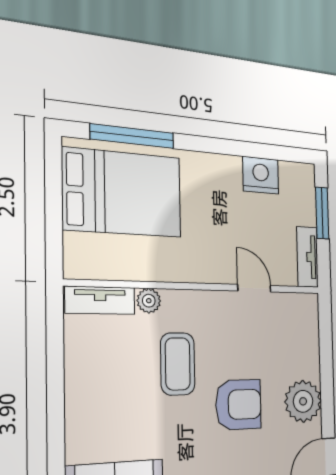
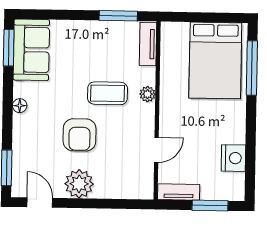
plant: (149, 301) -> (147, 94), moved
window: (55, 350) -> (118, 16), added

